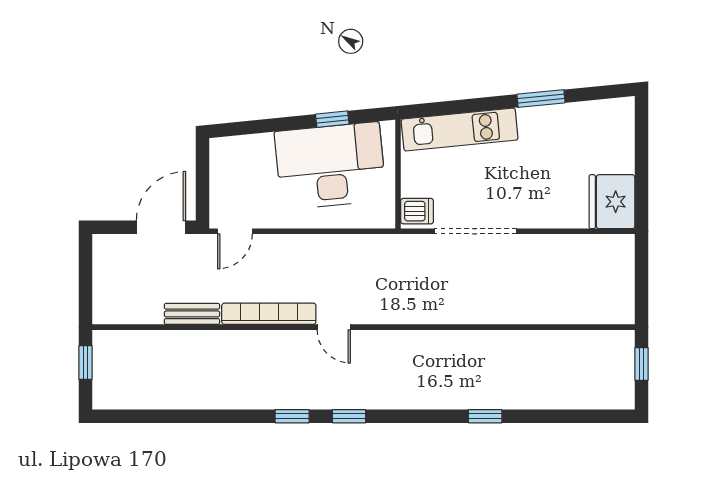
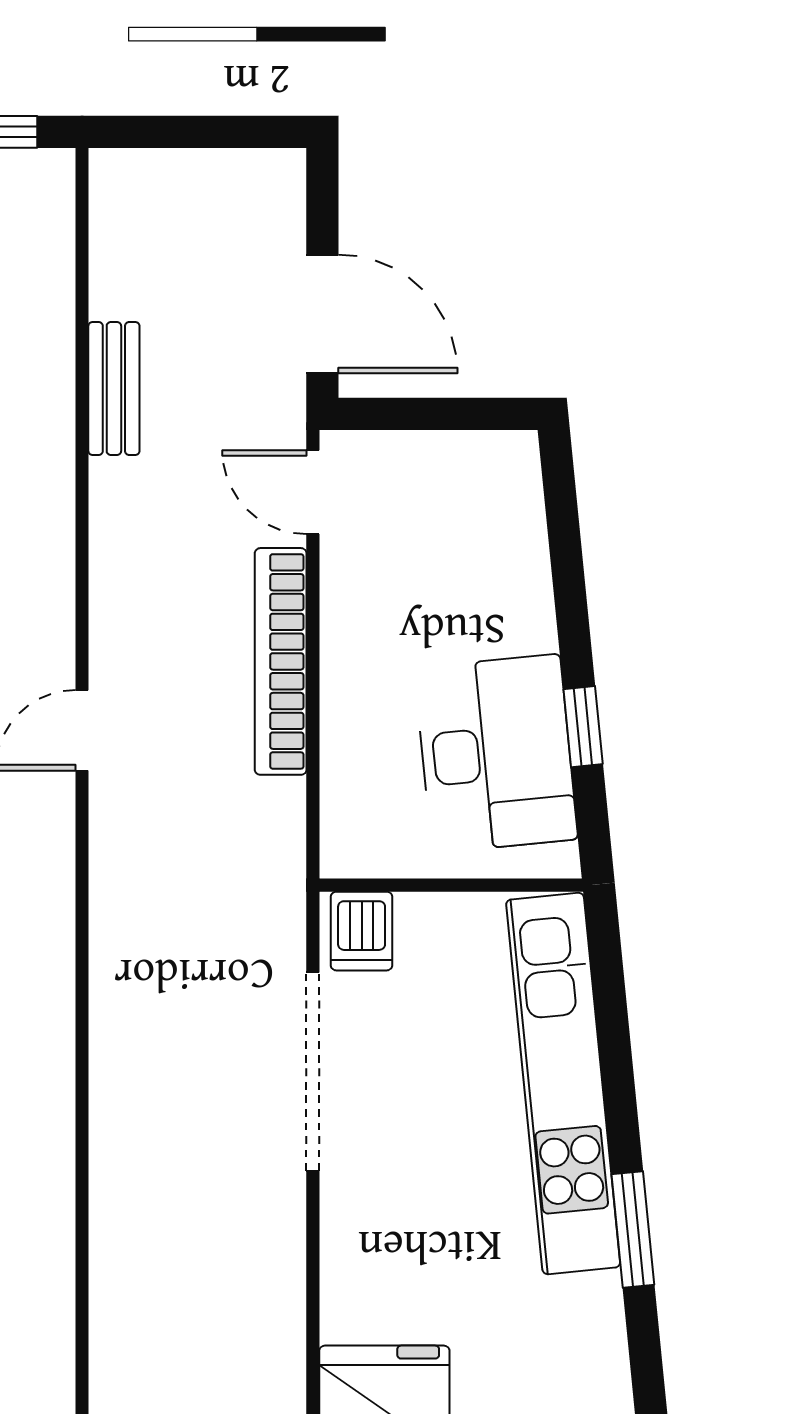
kitchen unit: (460, 130) -> (563, 1084), width x1.36
desk: (330, 166) -> (496, 754), width x0.73, depth x0.77
bookcase: (269, 314) -> (281, 661), moved, turned 180

